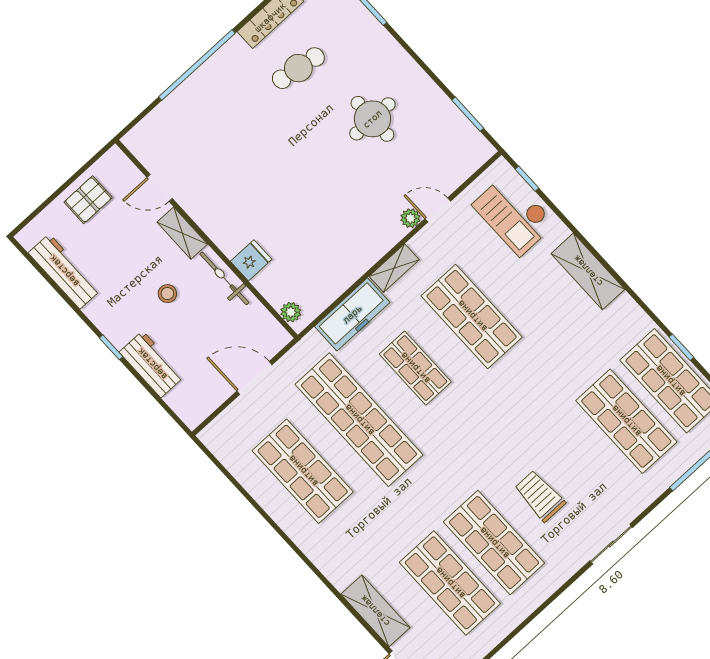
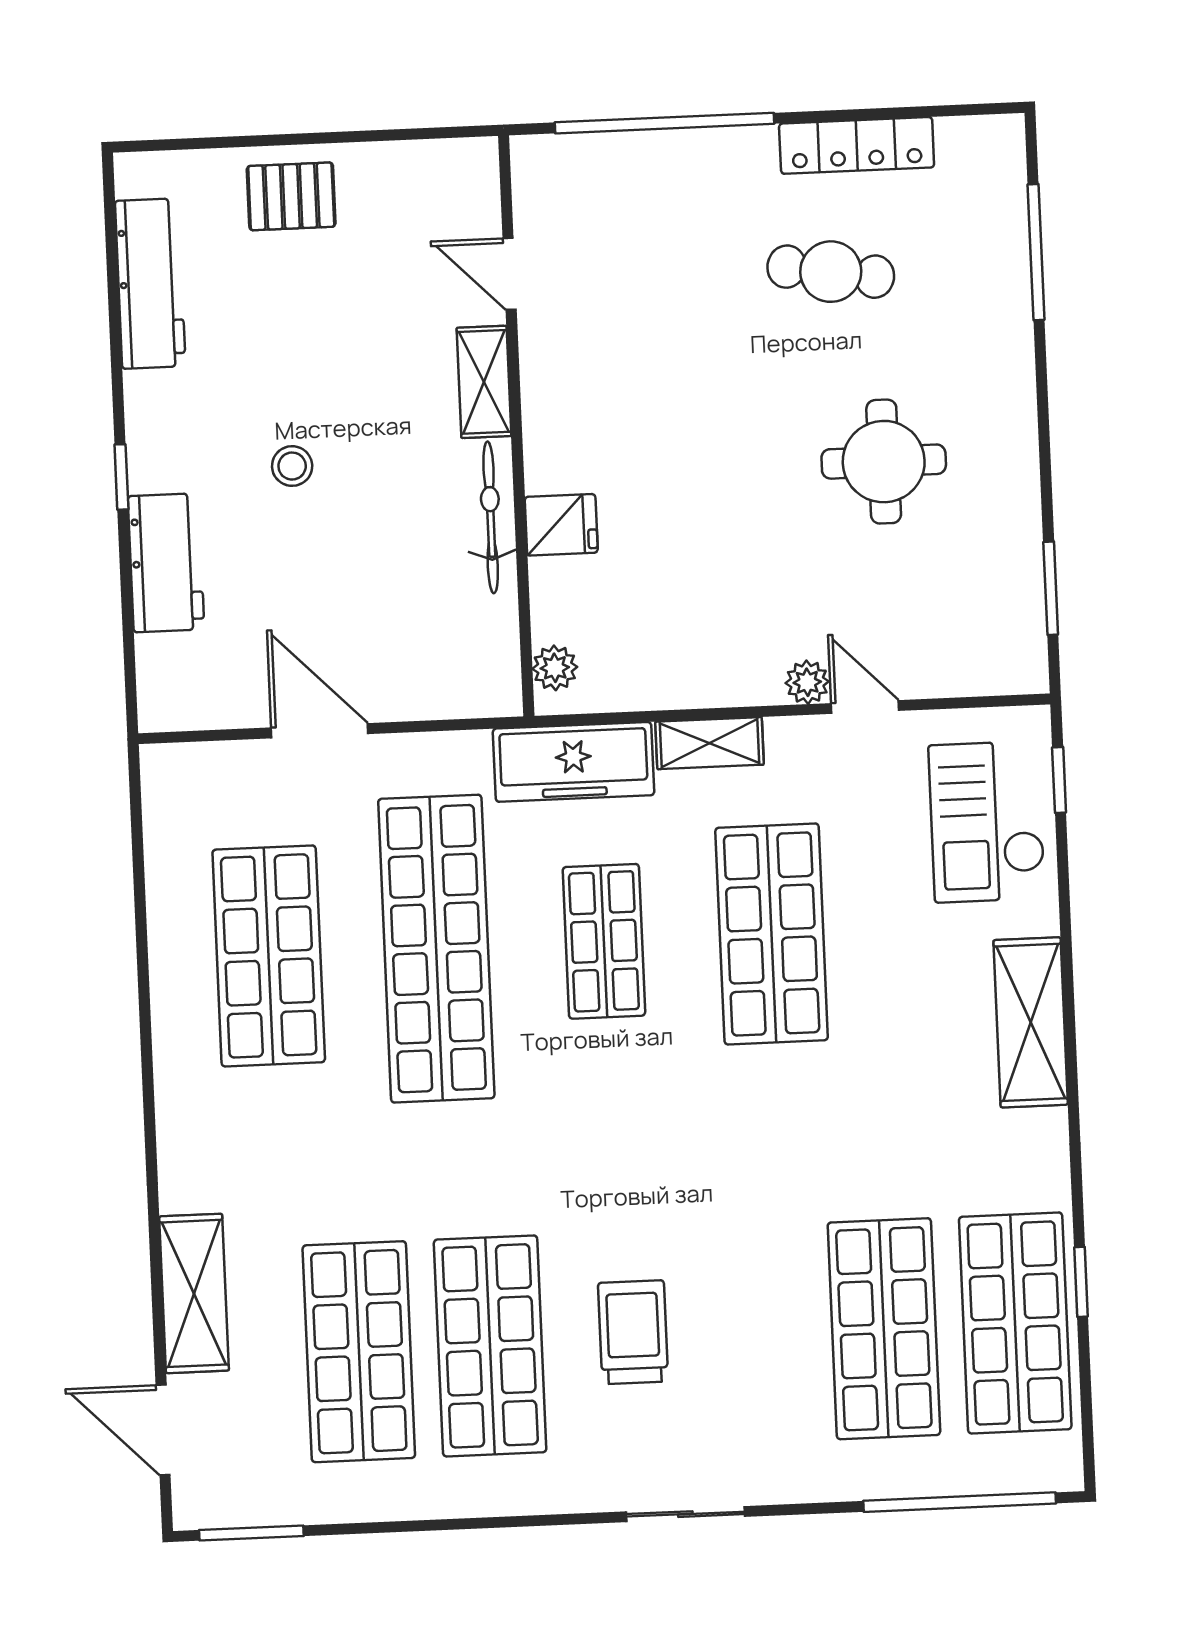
door: (160, 188) -> (510, 274), moved
shelving: (182, 233) -> (484, 382), moved
wall: (206, 239) -> (516, 426), moved
fridge: (251, 260) -> (561, 525), moved
bicycle: (224, 278) -> (491, 517), moved
plant: (291, 312) -> (555, 668), moved

